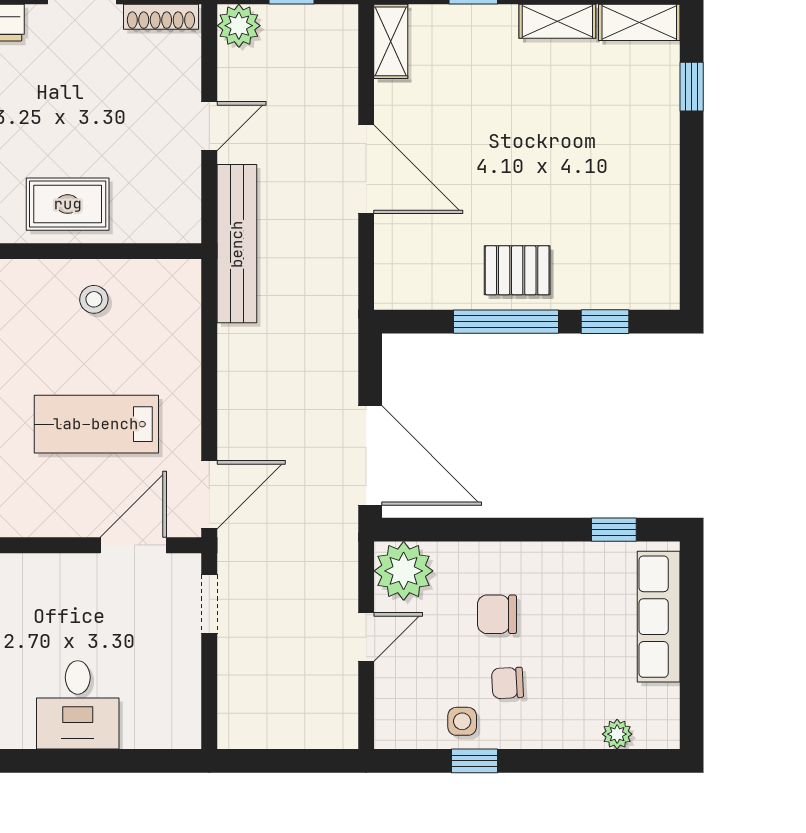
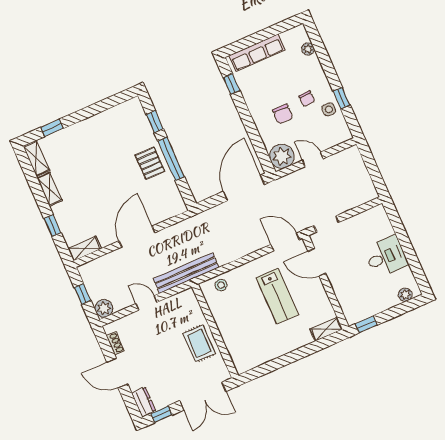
shoe rack: (161, 17) -> (115, 343), width x0.70
stool: (94, 299) -> (221, 285), moved

